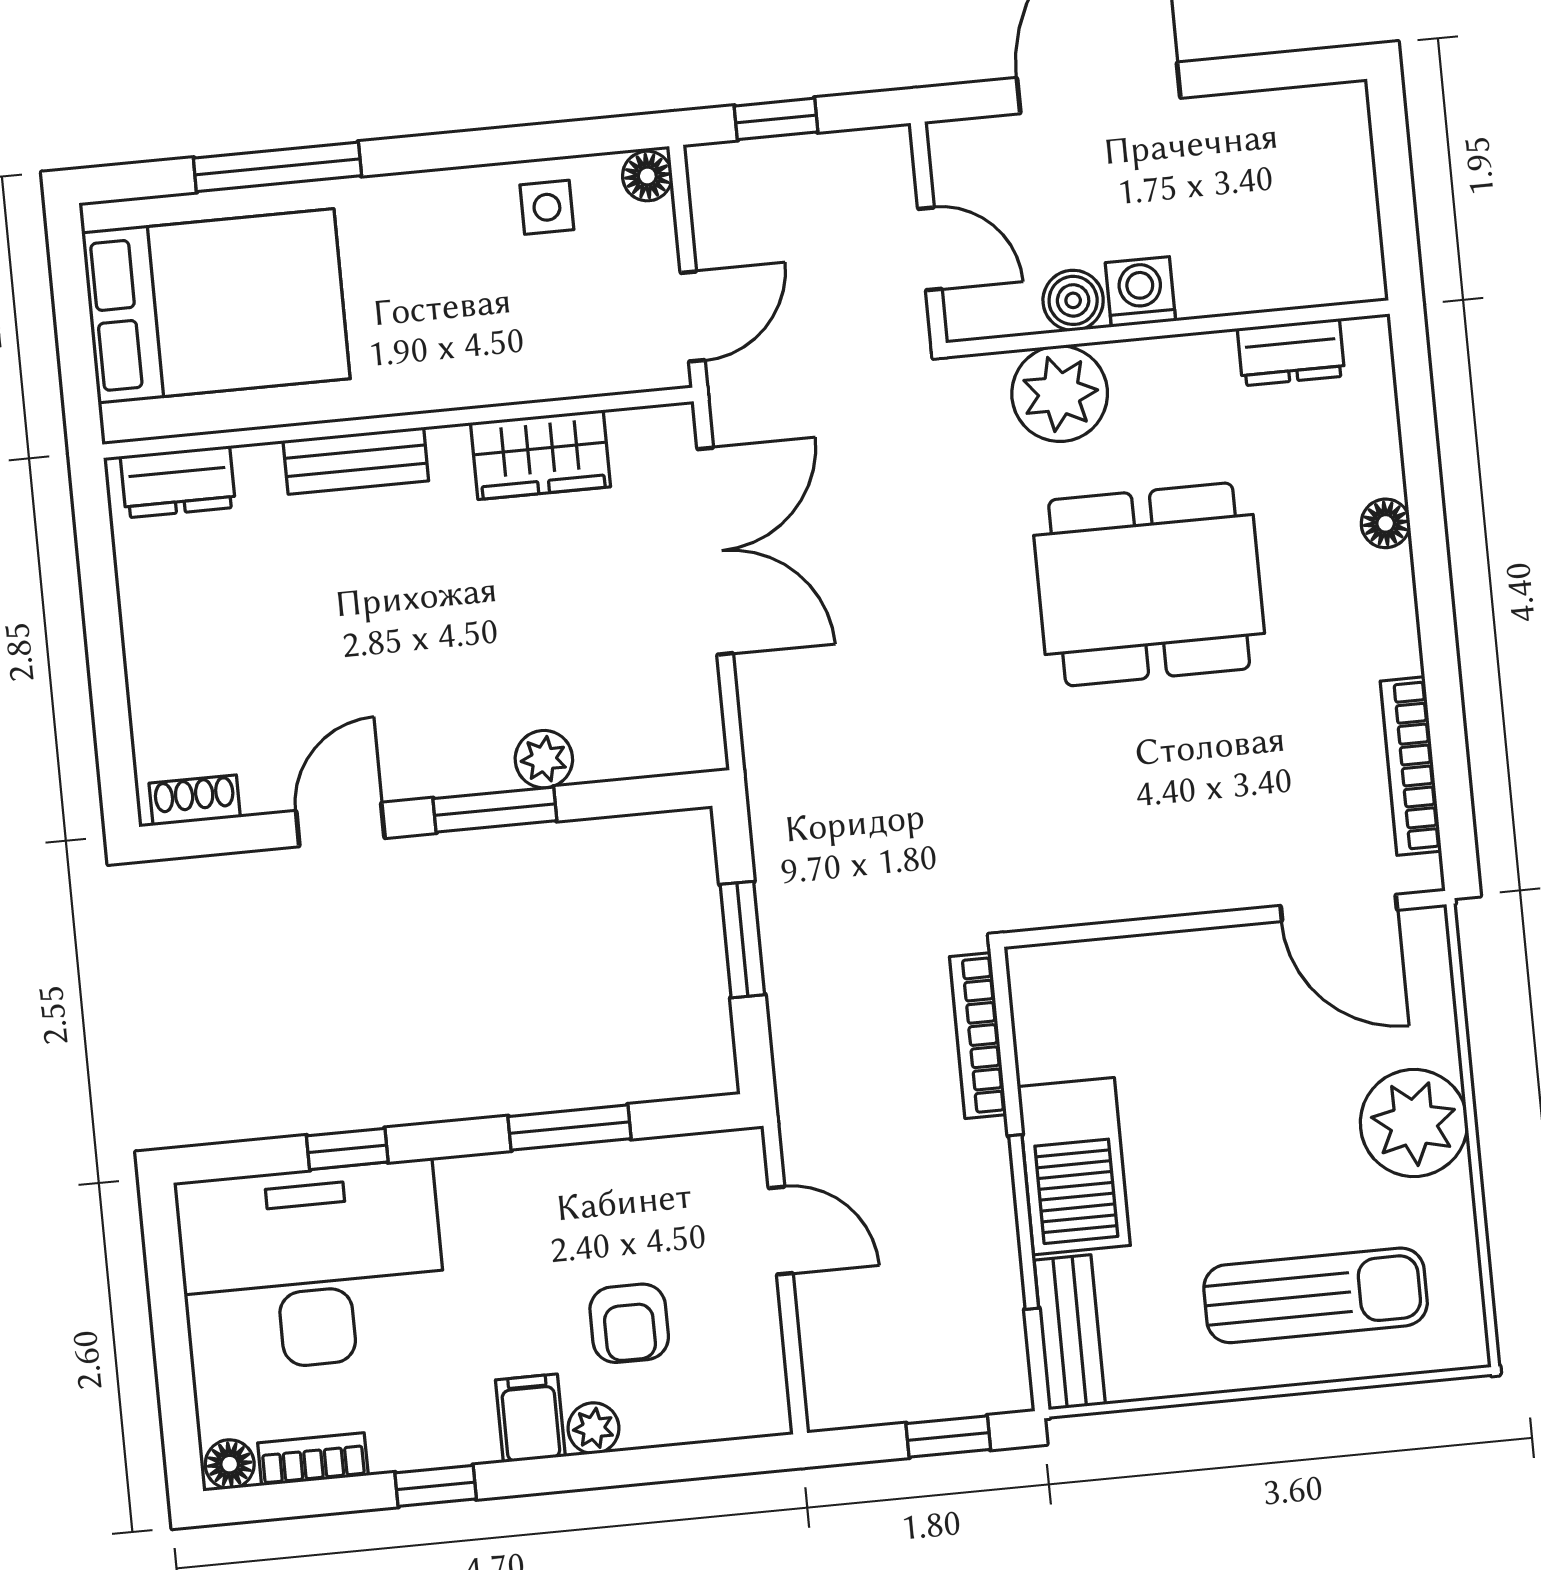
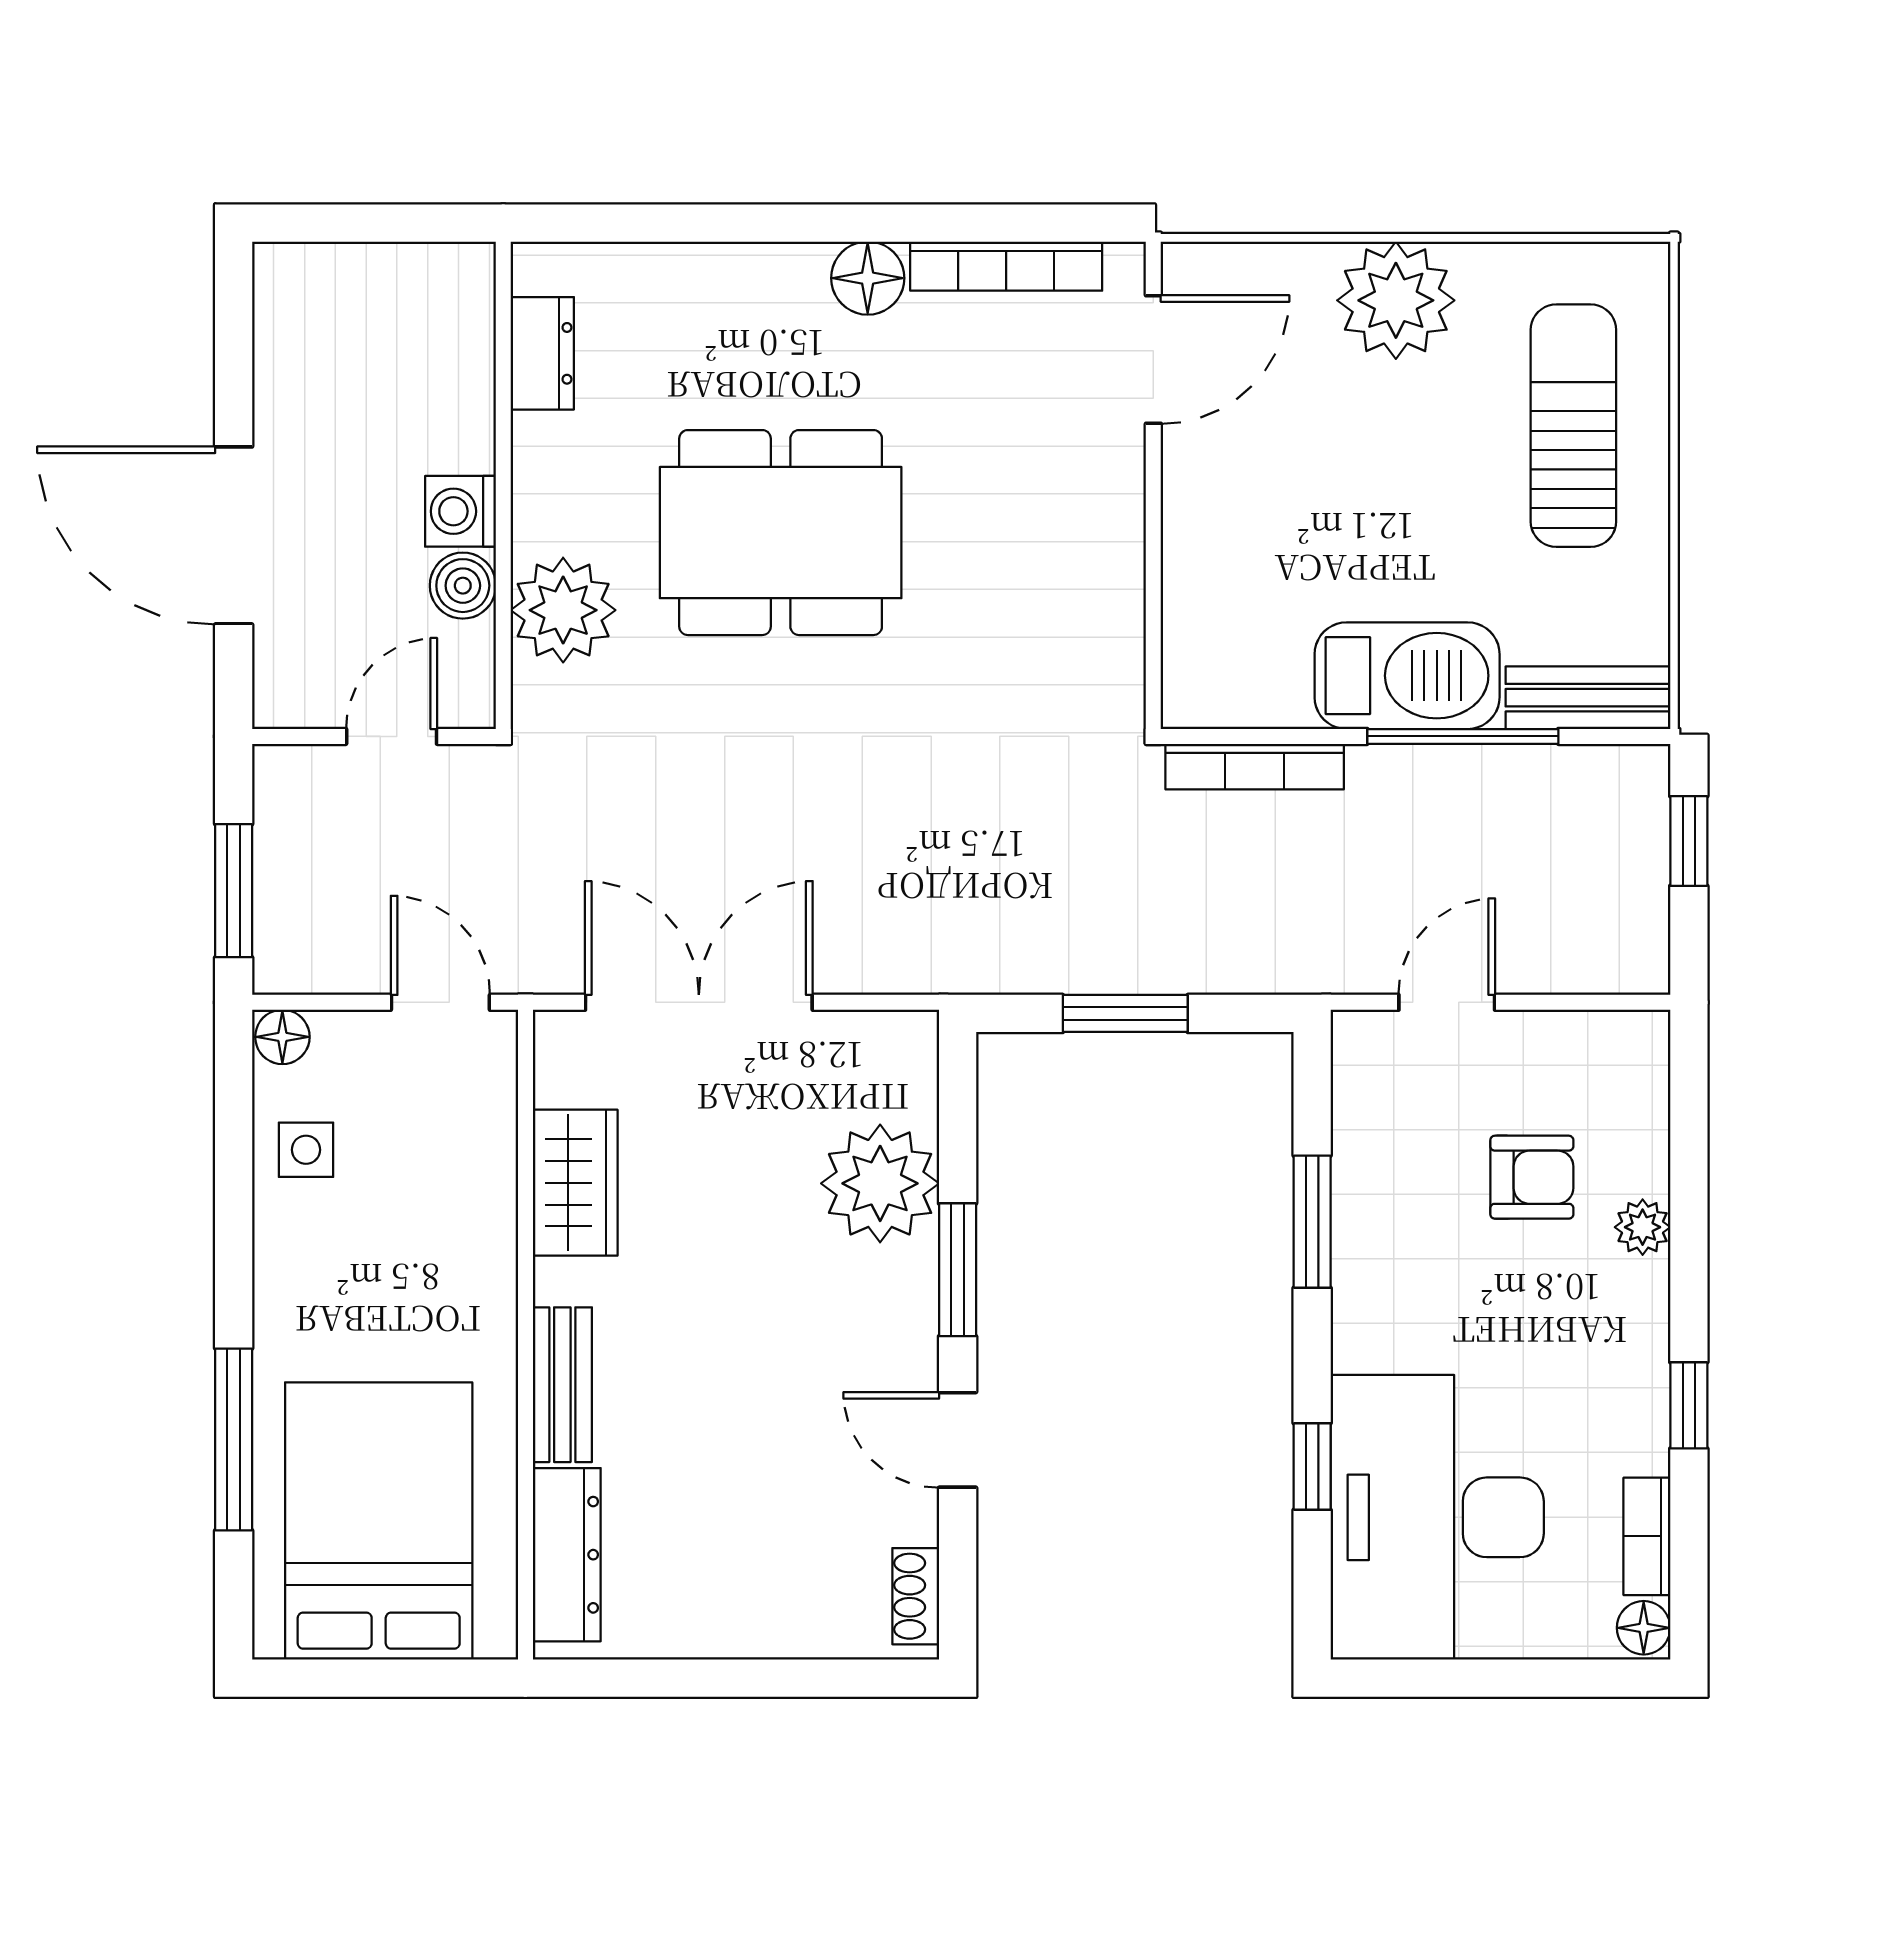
window: (776, 119) -> (234, 891), width x1.50
dresser: (178, 482) -> (567, 1555), width x1.44
floor lamp: (1386, 523) -> (868, 278), moved, width x1.37, depth x1.37
dining table: (1149, 584) -> (781, 533), turned 90
plant: (544, 759) -> (880, 1183), width x1.87, depth x1.87
filing cabinet: (530, 1418) -> (1625, 1295), removed

